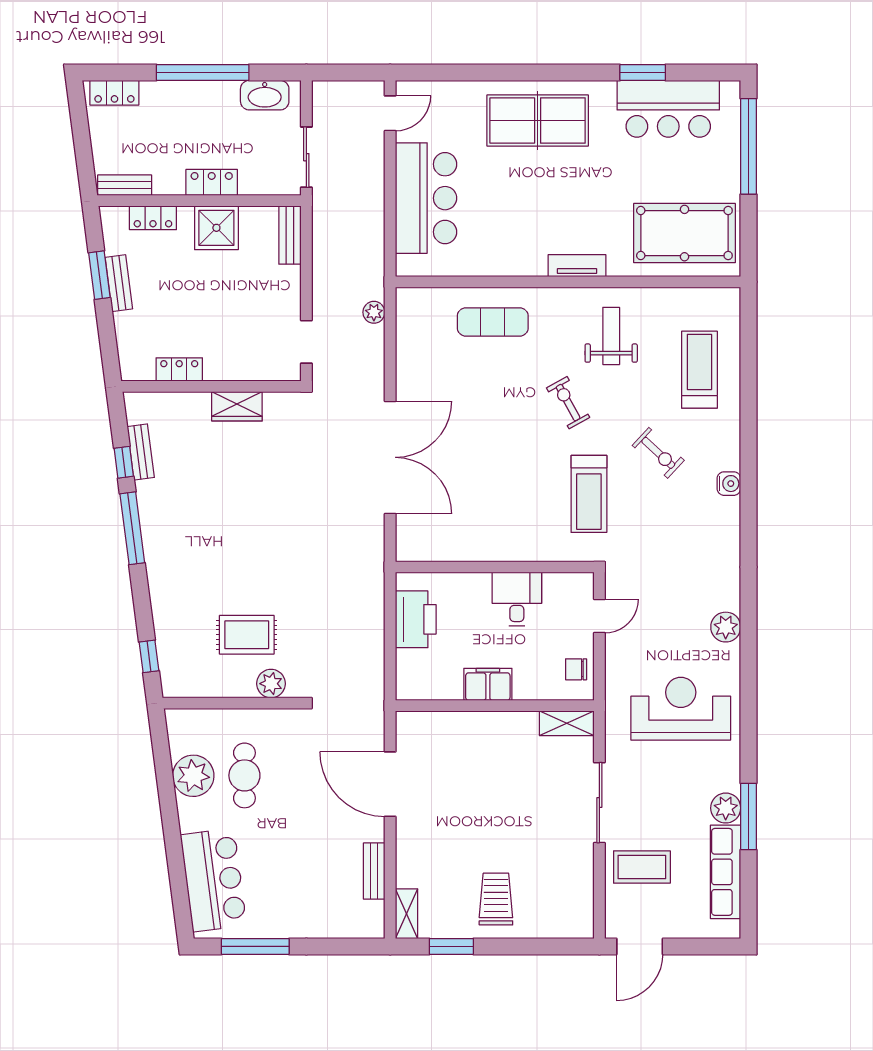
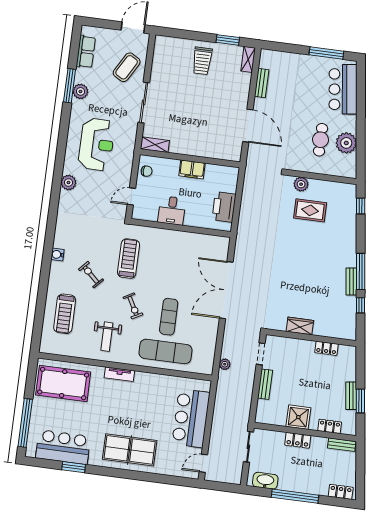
bench: (290, 235) -> (265, 384), moved
exercise mat: (493, 322) -> (166, 351), width x1.36, depth x1.45
exercise mat: (495, 391) -> (169, 317), added
bench: (141, 452) -> (351, 282), moved
reception desk: (681, 709) -> (97, 144), turned -90
coffee table: (642, 867) -> (127, 67), turned -60
row of seats: (726, 872) -> (86, 52), width x0.68

